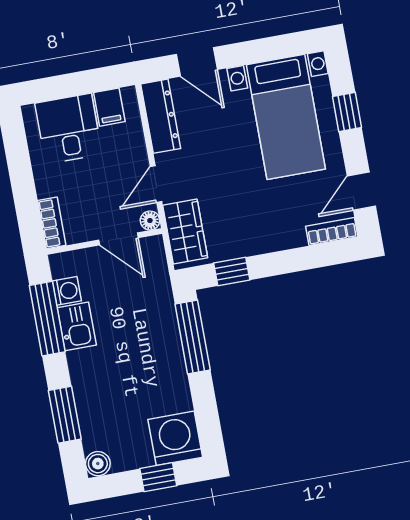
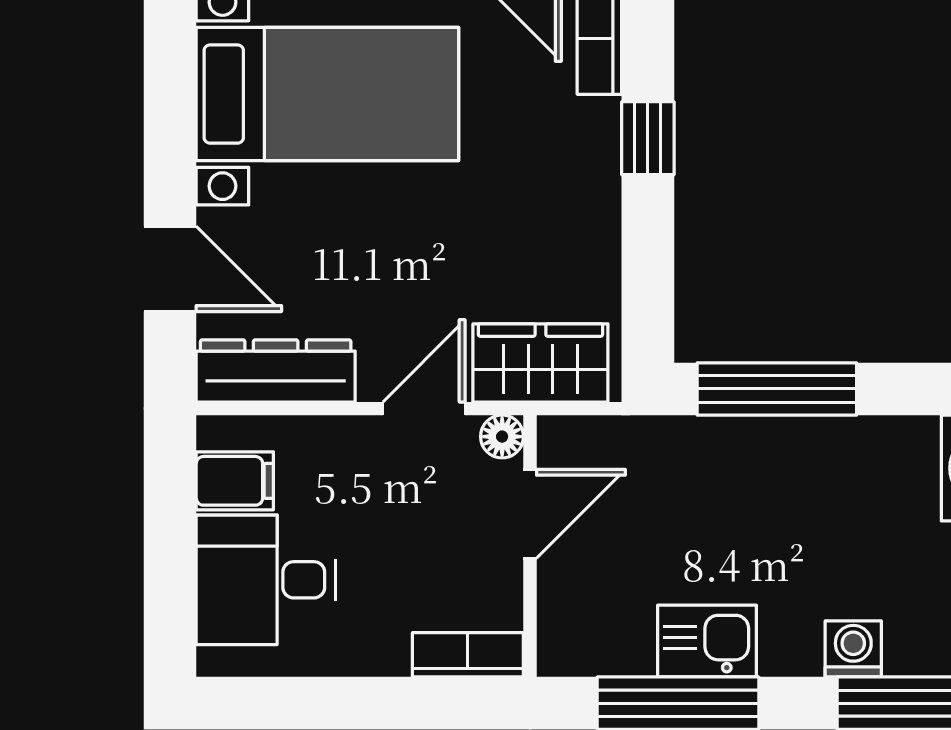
door: (197, 62) -> (170, 269), hinge flipped
door: (156, 184) -> (424, 409), swing flipped
window: (232, 272) -> (648, 138), moved
washing machine: (67, 291) -> (853, 649), moved

